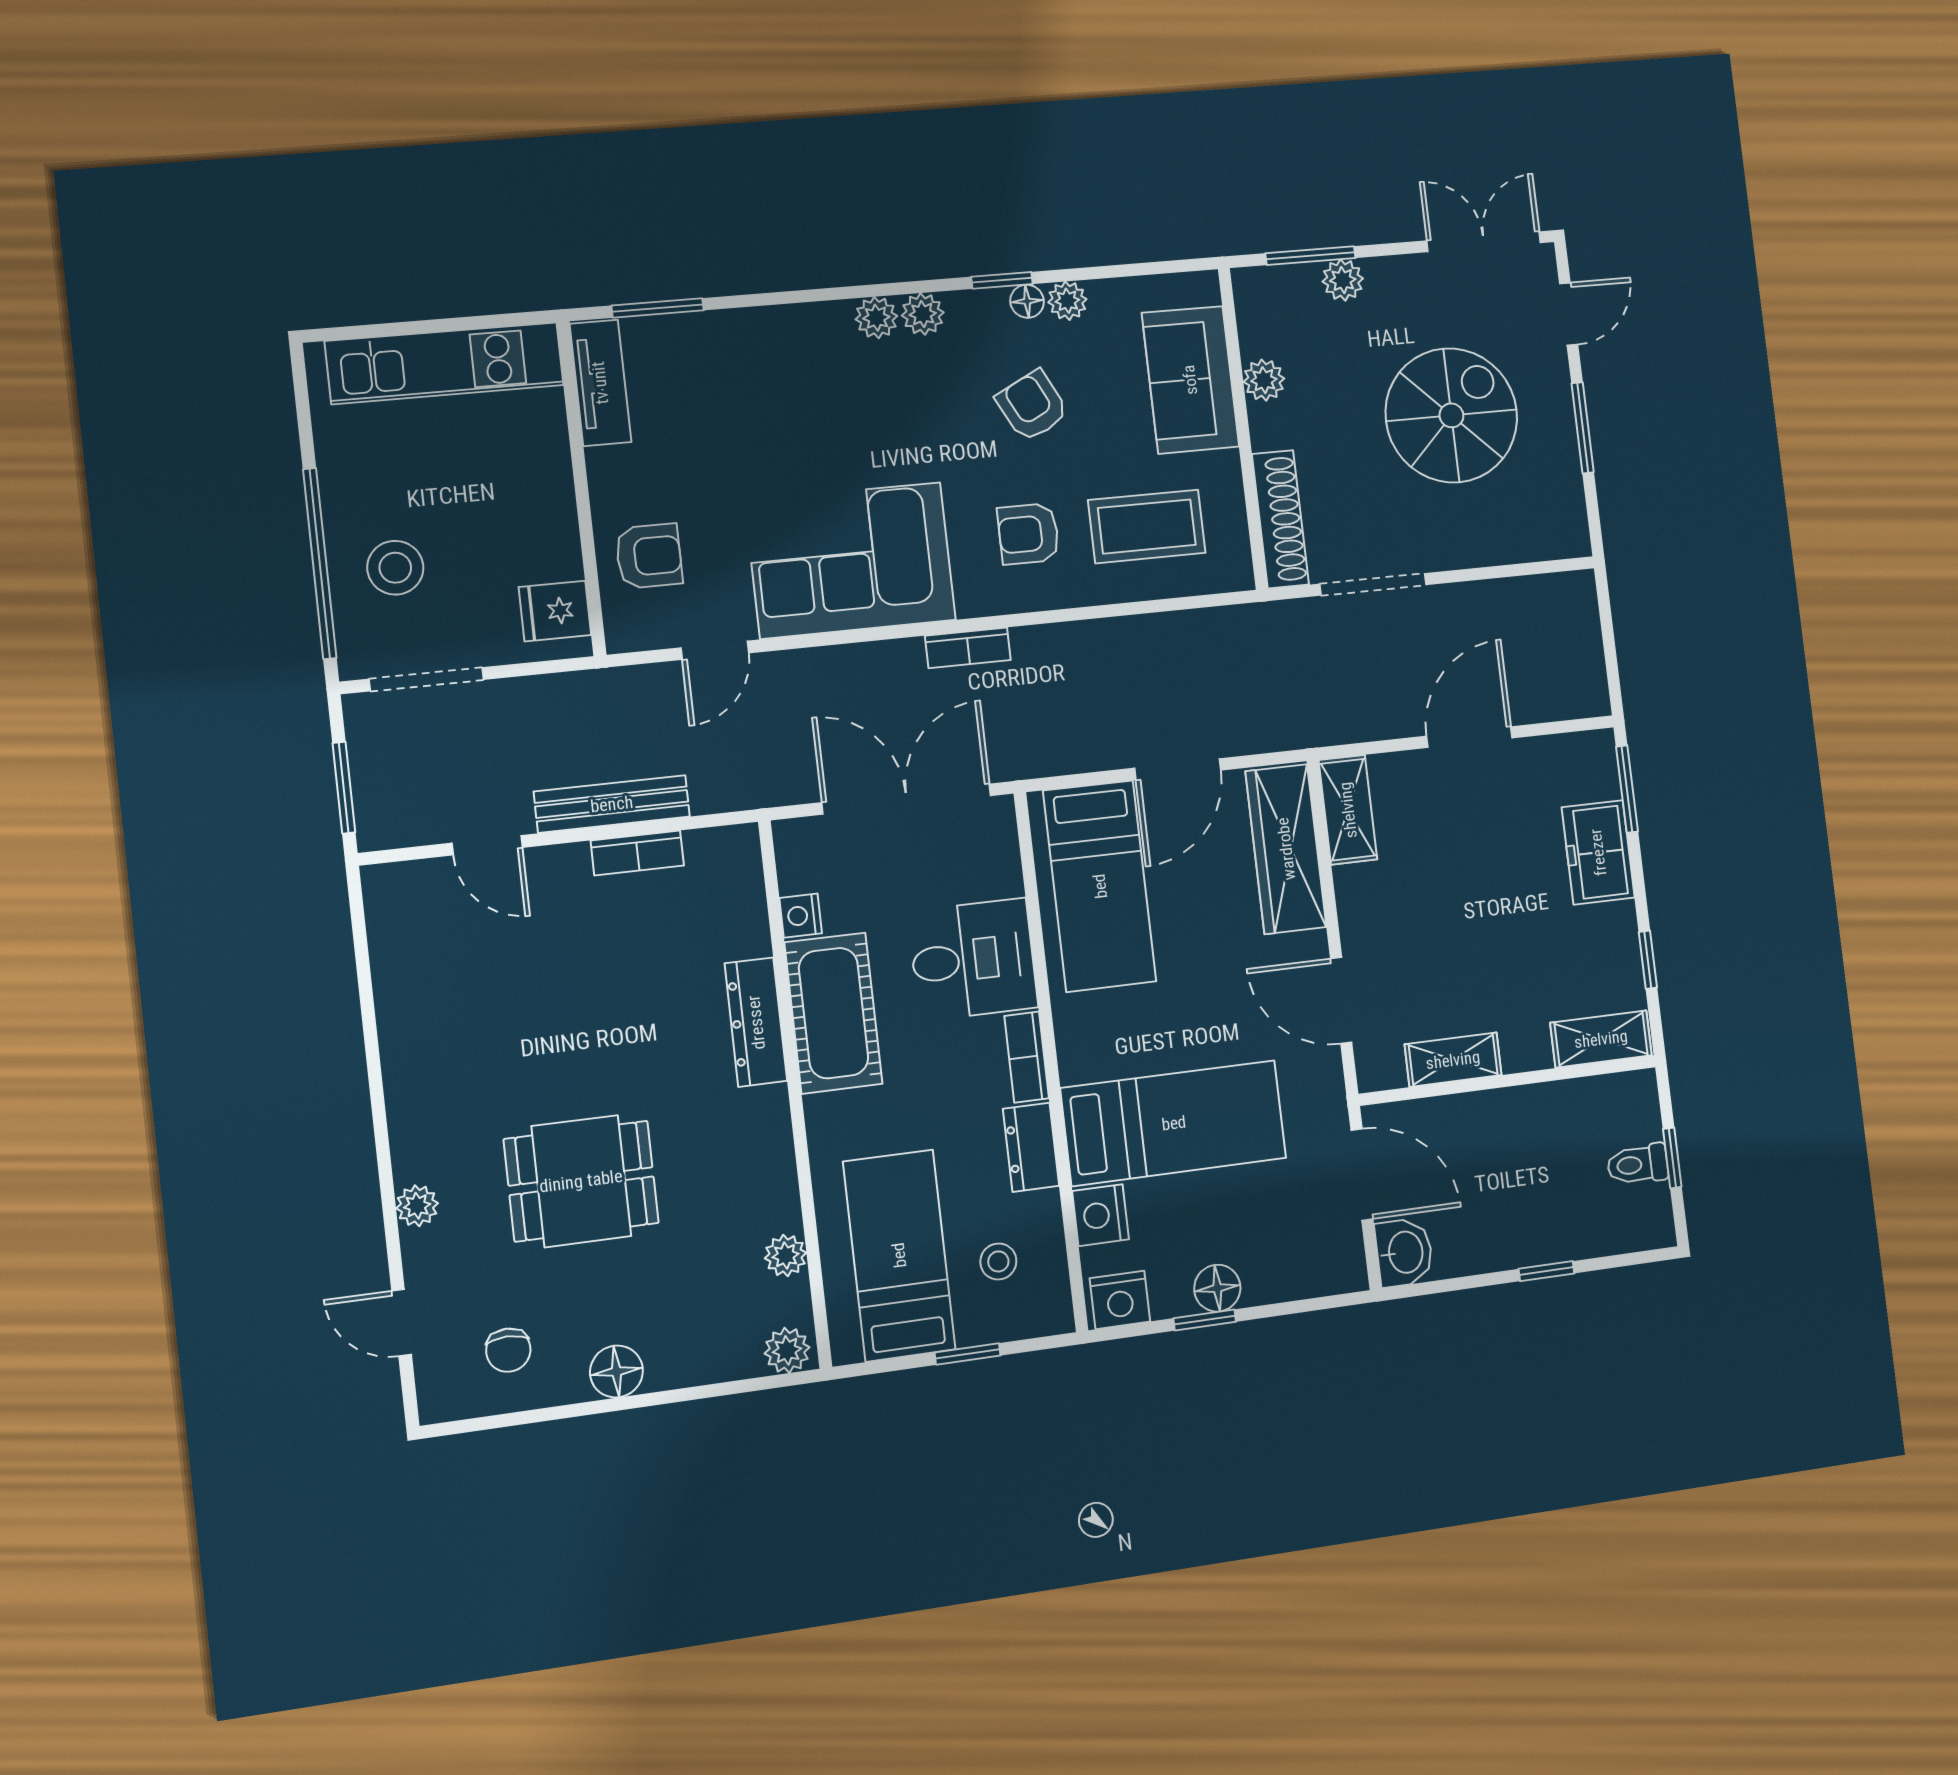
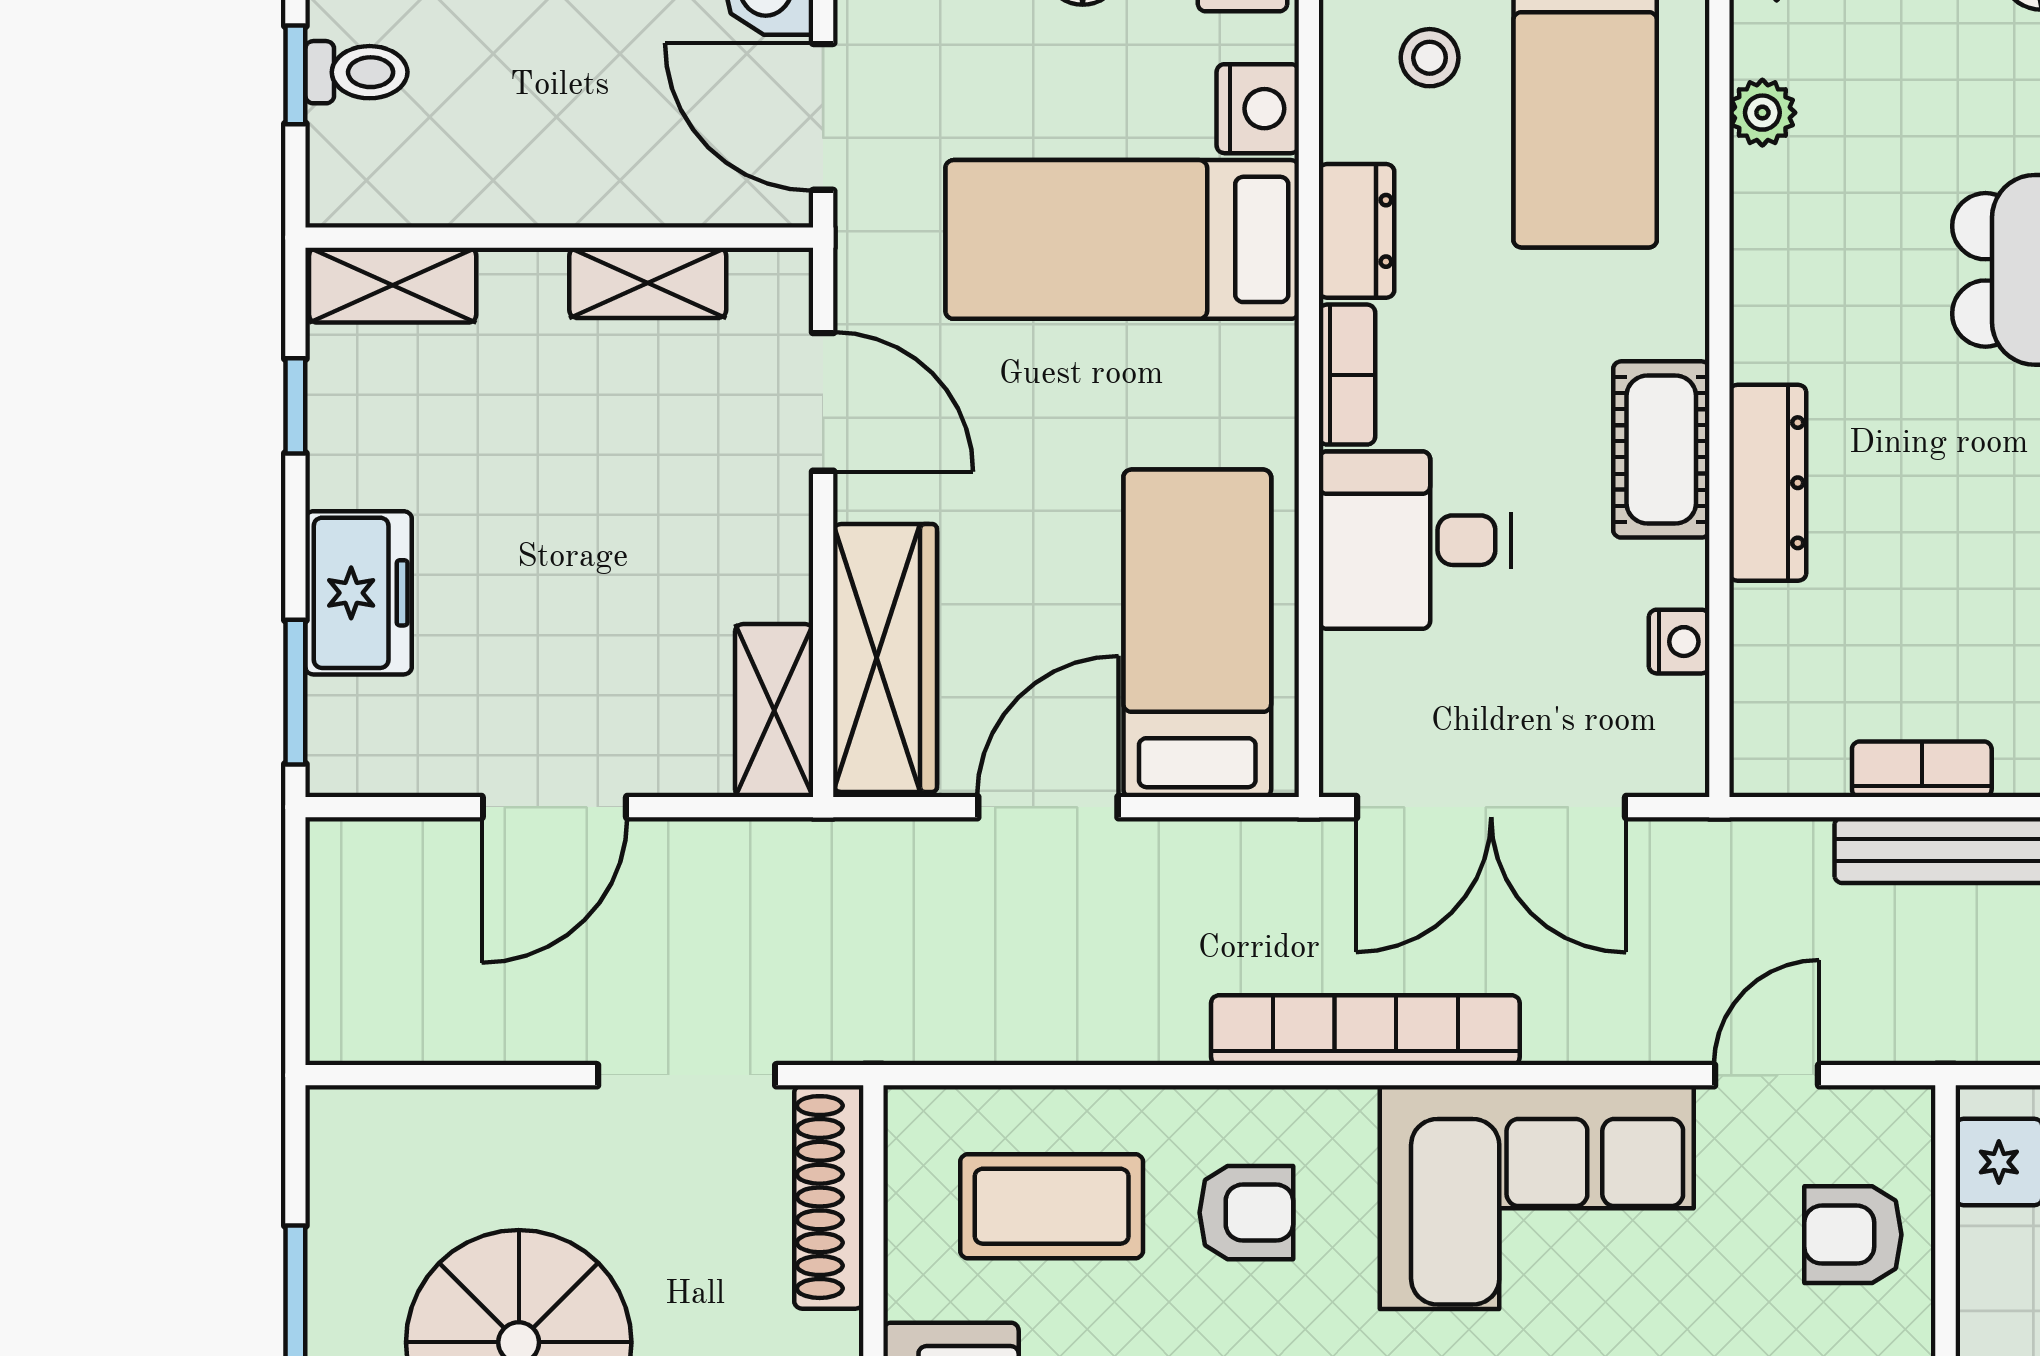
bookcase: (968, 648) -> (1365, 1030), width x2.31, depth x1.31
cot: (833, 1013) -> (1661, 449), width x0.73, depth x0.75

